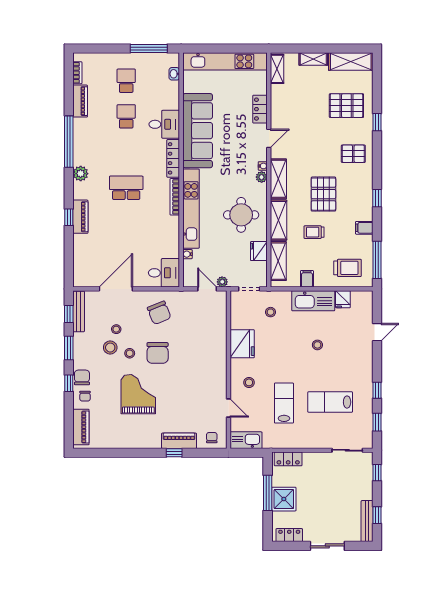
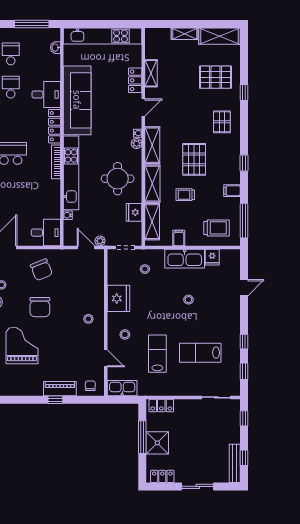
shelving: (277, 69) -> (151, 73), moved
pallet: (353, 154) -> (222, 122), turned 90
stool: (130, 353) -> (88, 319), moved

